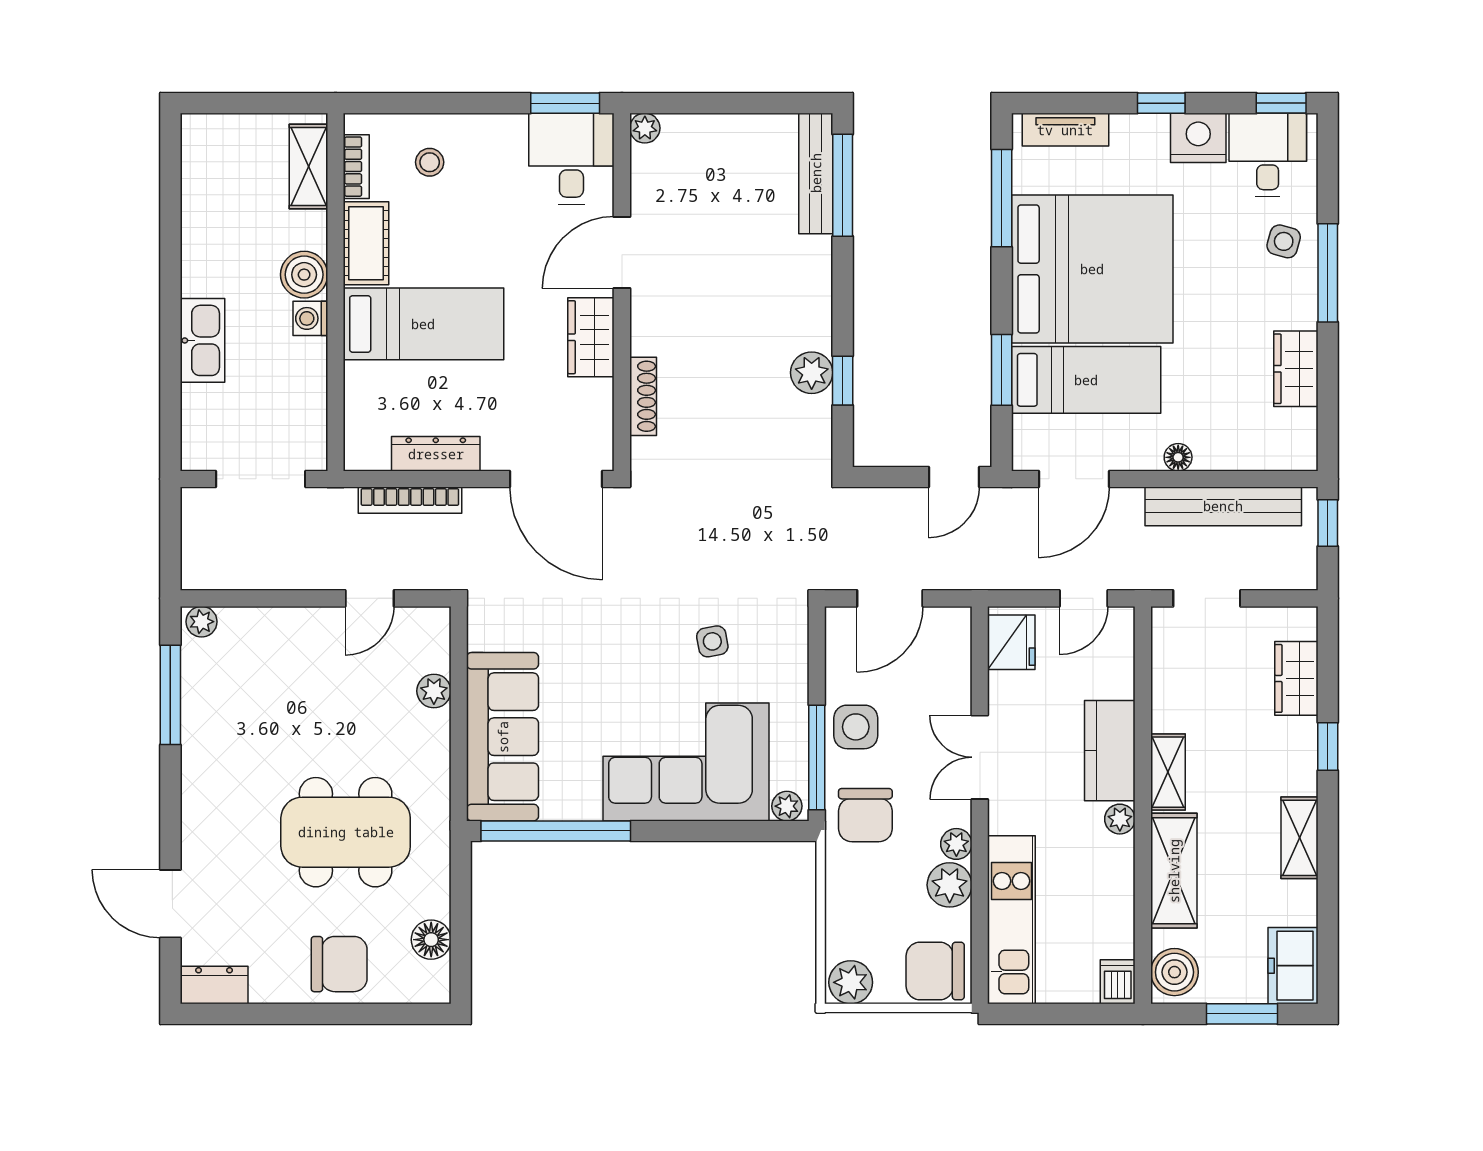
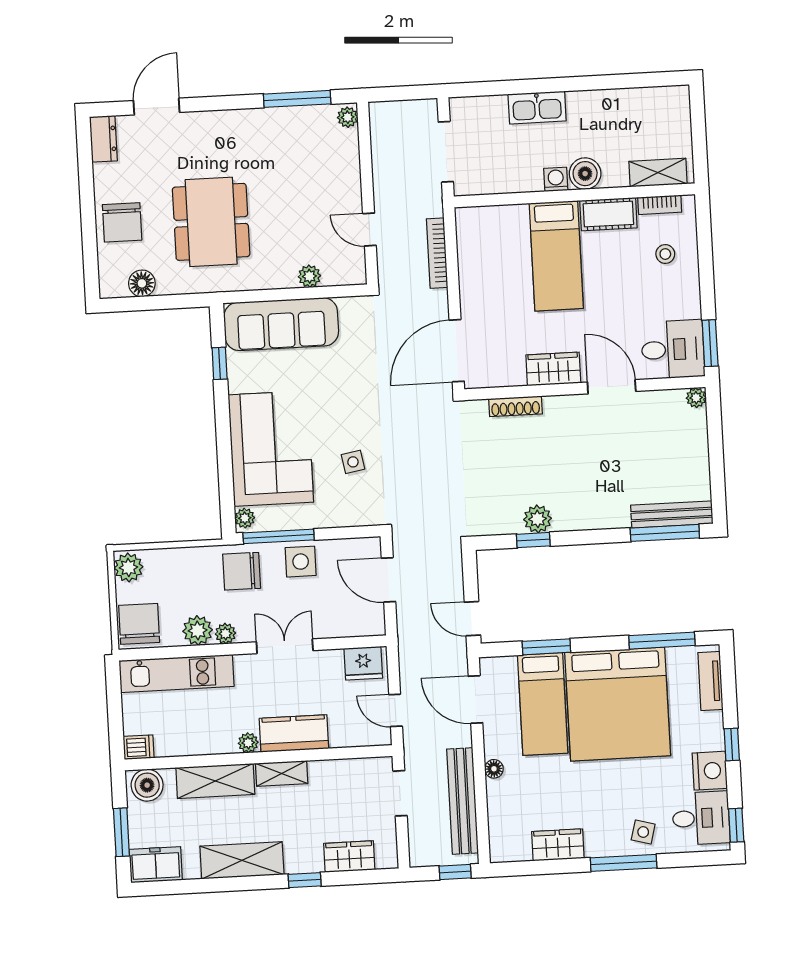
dresser: (436, 454) -> (469, 269), removed
window: (556, 831) -> (220, 363), width x0.32
shelving: (1299, 838) -> (242, 860), width x1.50, depth x1.33

